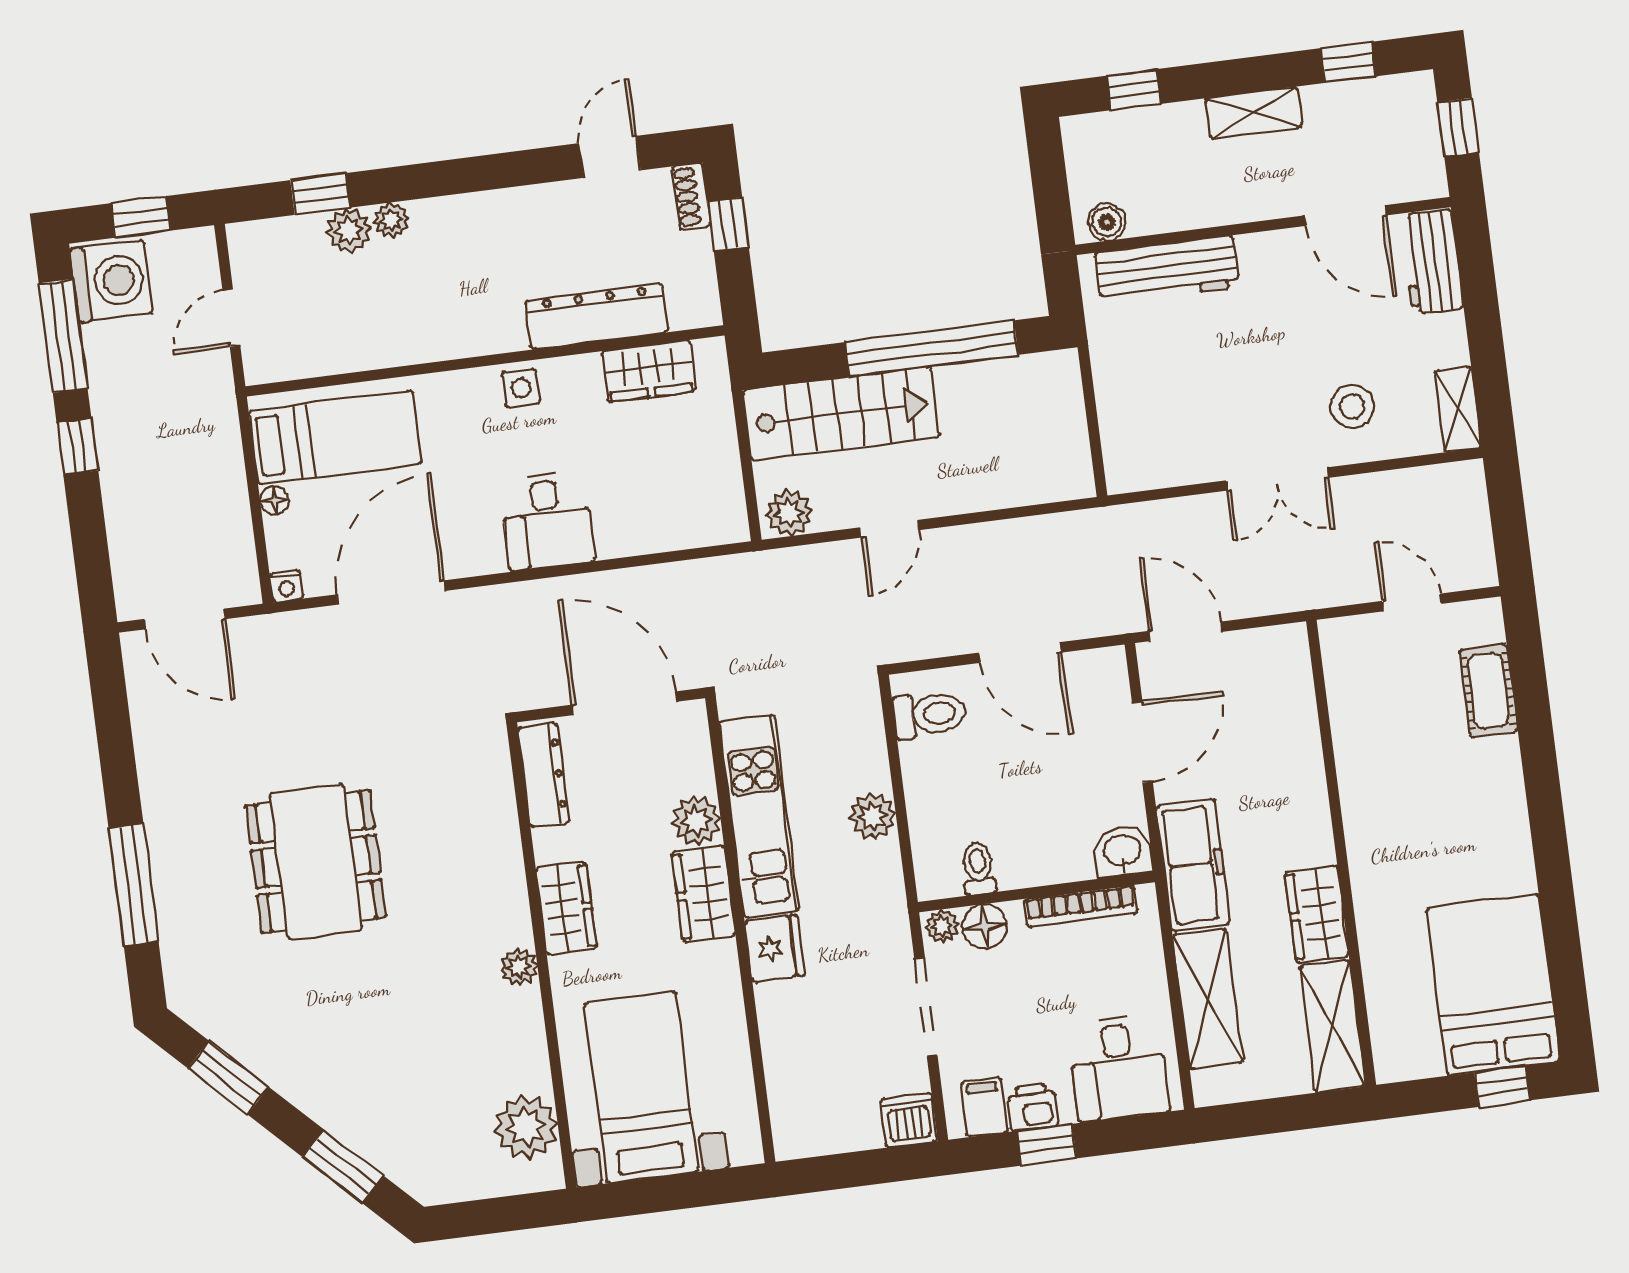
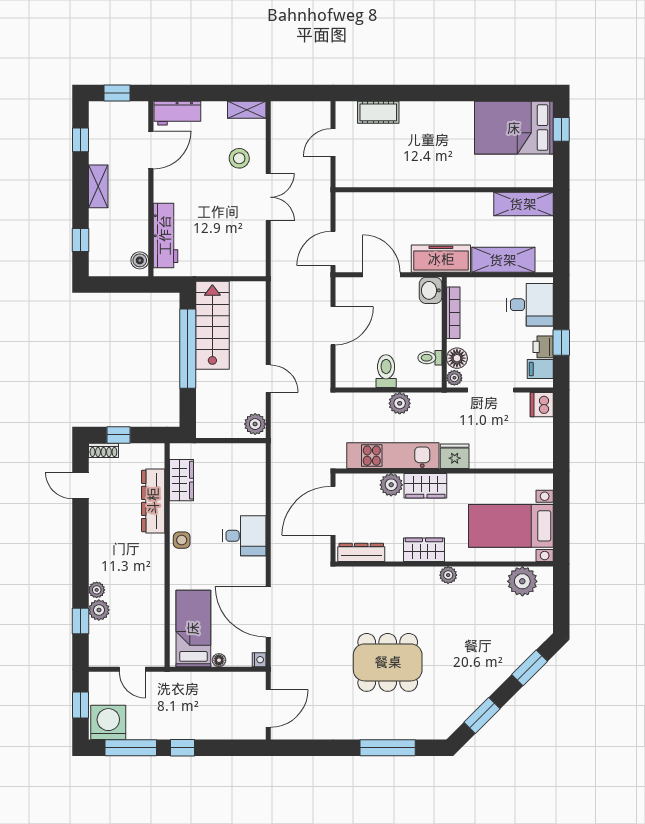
stairs: (841, 414) -> (212, 325), moved
toilet: (929, 714) -> (386, 371), moved
wardrobe: (1317, 914) -> (471, 205), removed

